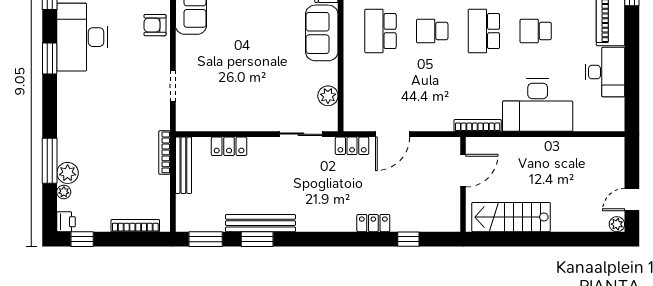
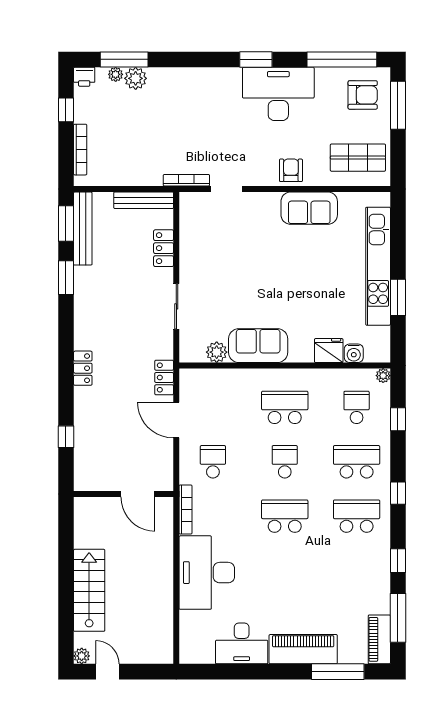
school desk: (536, 31) -> (213, 462), moved
sofa: (322, 33) -> (258, 346), moved
sliding door: (301, 134) -> (176, 306), moved
bookcase: (164, 152) -> (186, 180), moved
window: (50, 161) -> (124, 59), moved
stairs: (511, 217) -> (89, 590), moved
bench: (261, 223) -> (83, 229), moved
locker: (373, 223) -> (83, 368), moved
window: (82, 239) -> (66, 110), moved

